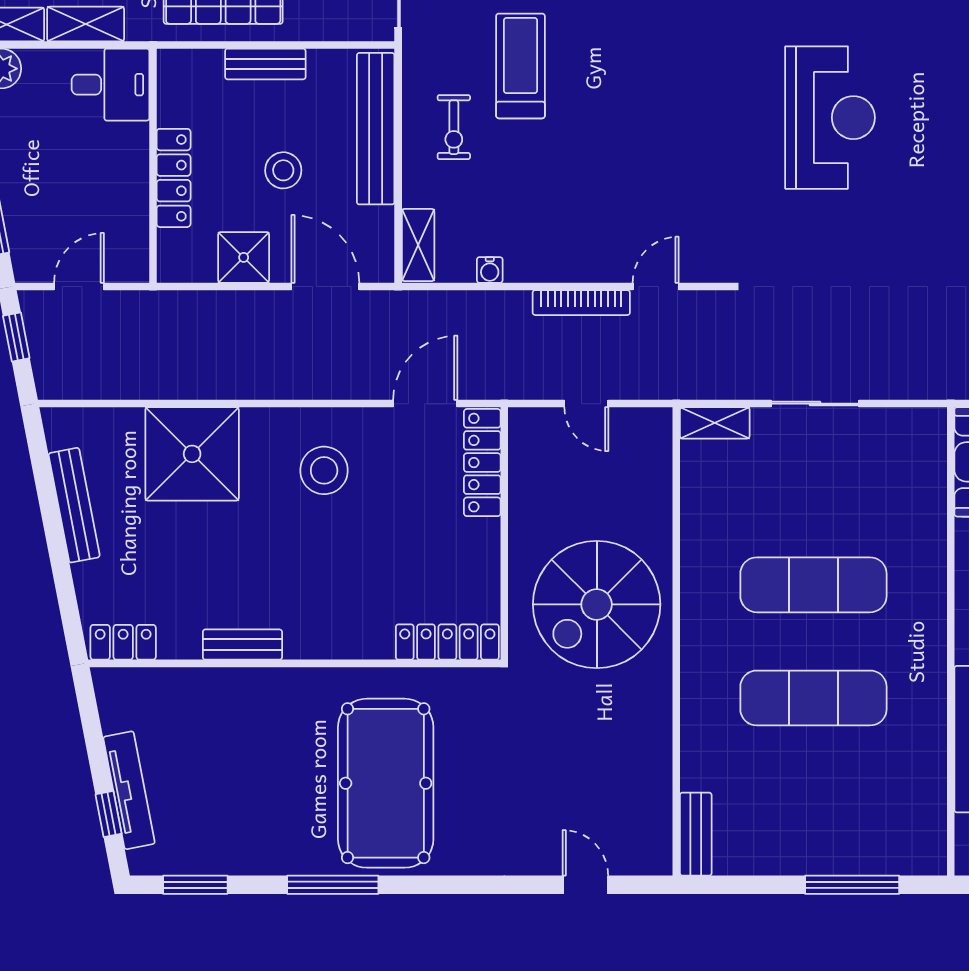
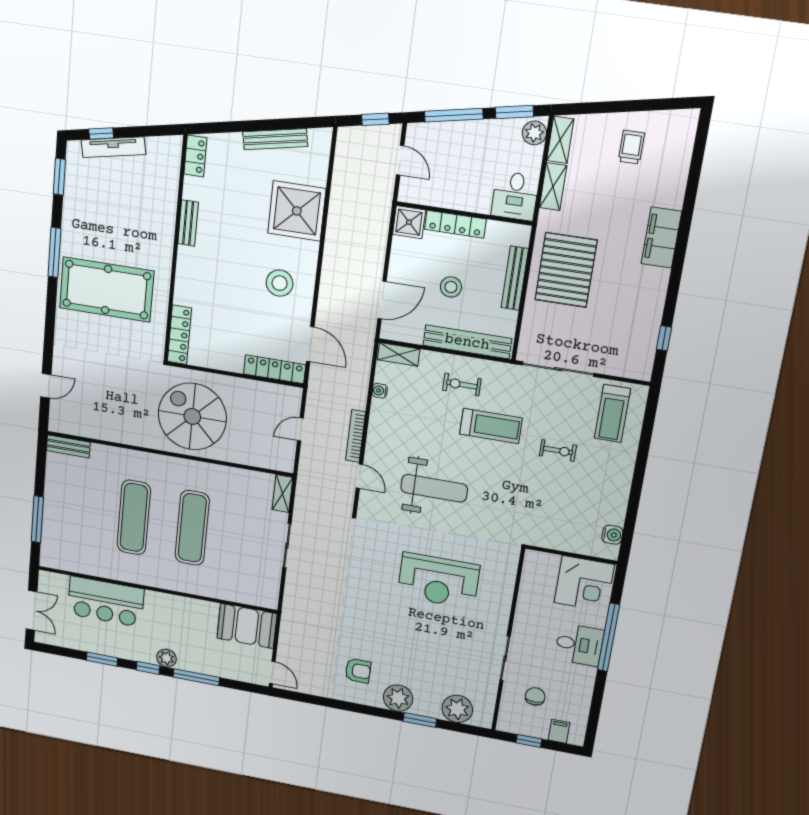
bench: (265, 64) -> (515, 278), width x1.36
weight bench: (654, 149) -> (434, 488), added
shower: (244, 257) -> (409, 222), moved

